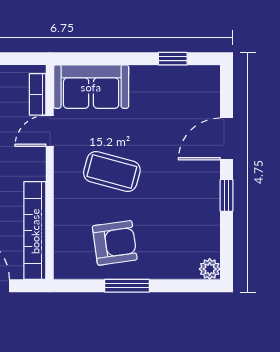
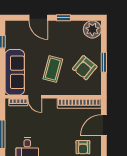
sofa: (91, 87) -> (15, 72), width x1.36
armchair: (115, 243) -> (85, 68), turned -133
plant: (210, 269) -> (92, 29), width x1.88, depth x1.88

